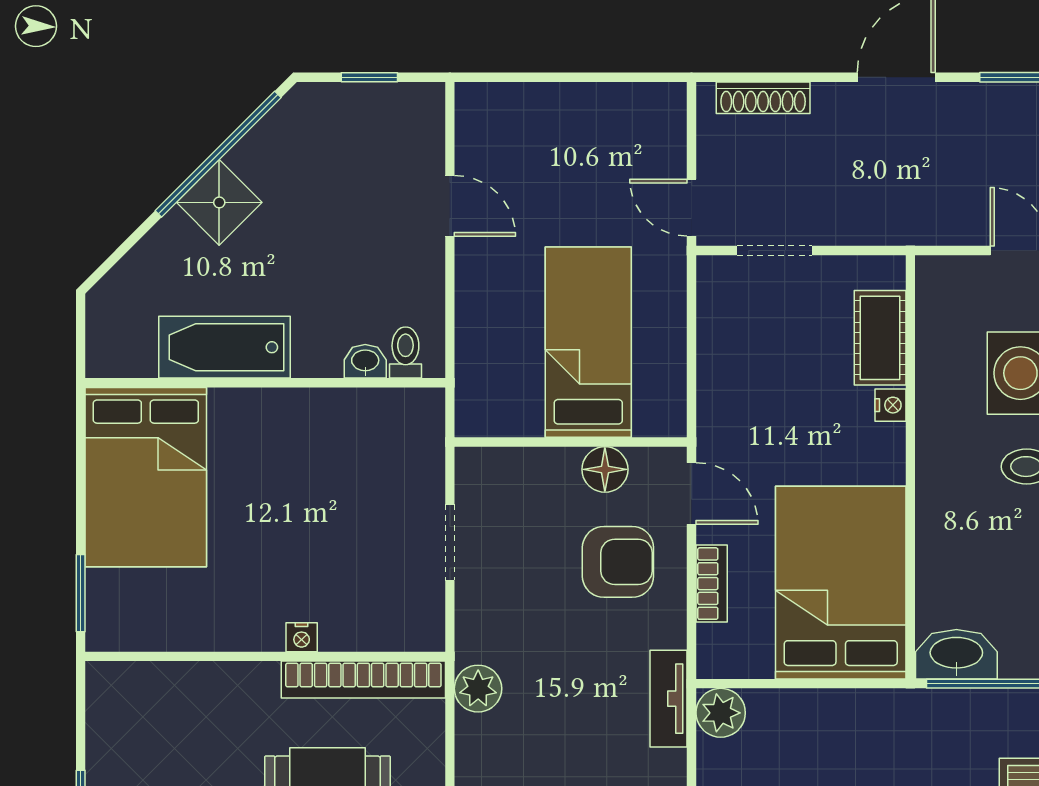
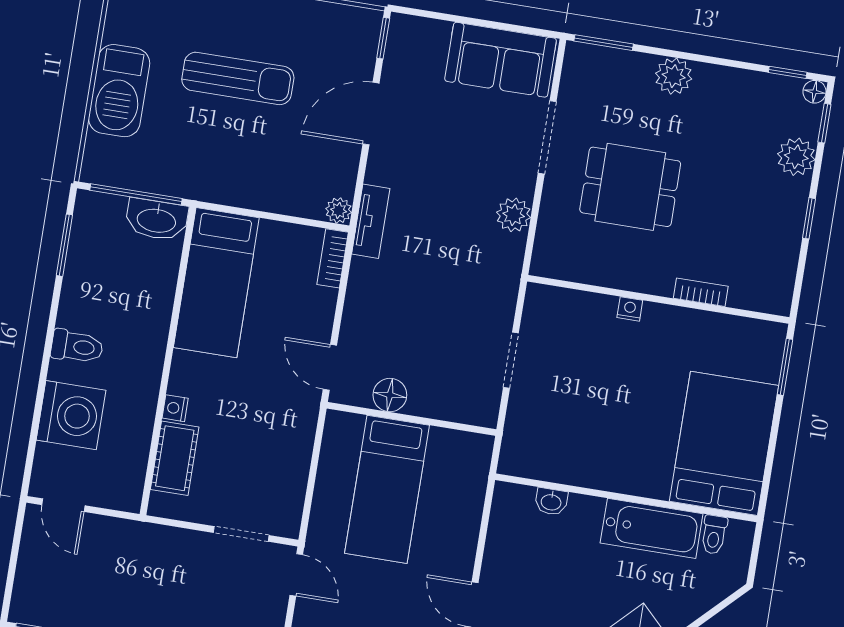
toilet: (405, 352) -> (714, 535), moved
armchair: (618, 562) -> (391, 326), removed
bed: (841, 583) -> (216, 283), width x0.67
bookcase: (712, 584) -> (333, 258), moved
bookcase: (363, 679) -> (701, 292), moved, width x0.43, depth x0.76
plant: (478, 689) -> (514, 215), moved
plant: (721, 713) -> (339, 210), width x0.73, depth x0.73

